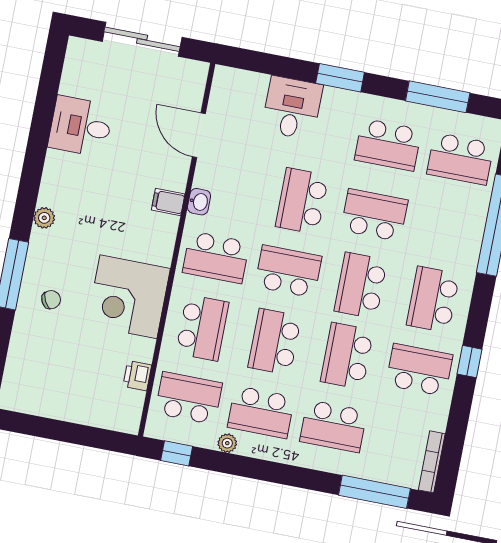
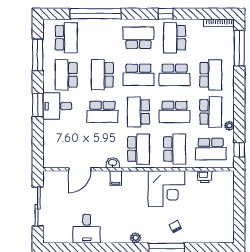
desk: (292, 108) -> (57, 106), moved
school desk: (388, 145) -> (66, 75), turned 180
school desk: (433, 300) -> (138, 38), turned 180
school desk: (202, 328) -> (175, 149), turned 90
school desk: (189, 398) -> (211, 149), turned -90

